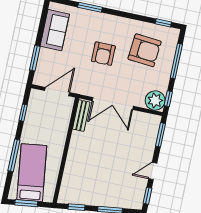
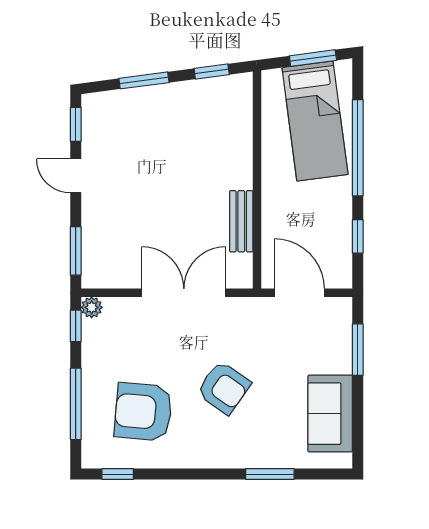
armchair: (103, 54) -> (224, 388), turned 125
door: (57, 92) -> (299, 293), swing flipped
plant: (155, 101) -> (92, 307), width x0.53, depth x0.53
bench: (81, 116) -> (241, 221), moved
window: (14, 155) -> (358, 148), width x1.46
door: (153, 171) -> (76, 176), swing flipped

